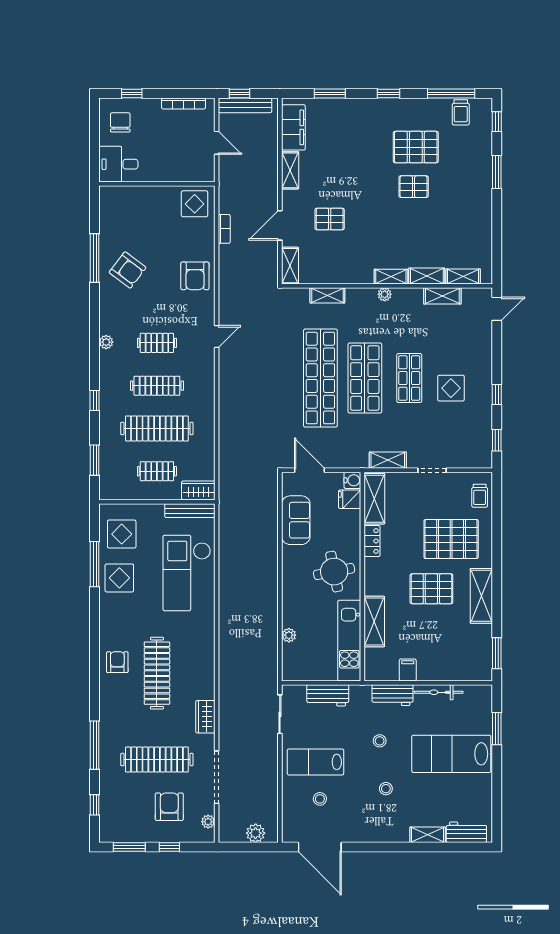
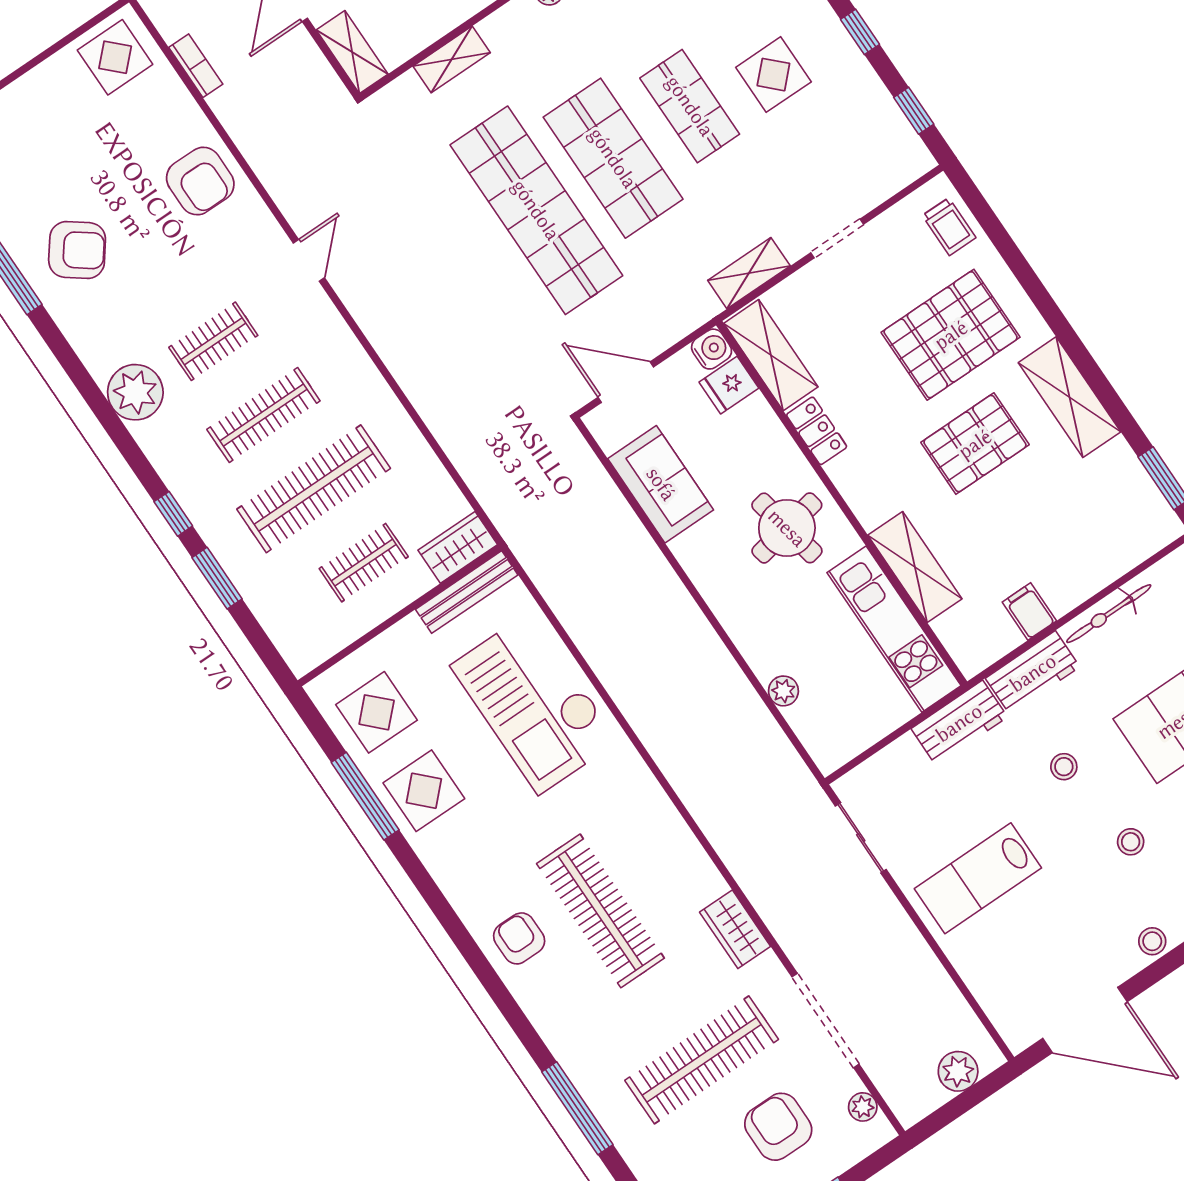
plant: (106, 342) -> (135, 392), width x1.88, depth x1.88
window: (95, 460) -> (217, 578), moved
workbench: (328, 695) -> (959, 723), moved
stool: (320, 799) -> (1152, 941), moved

